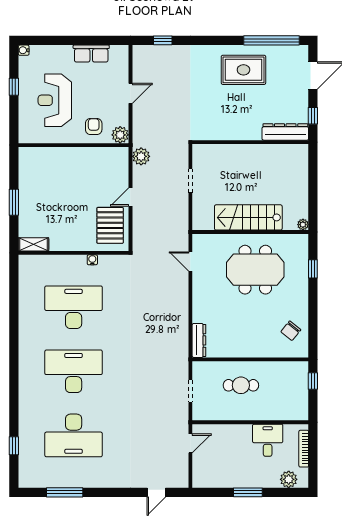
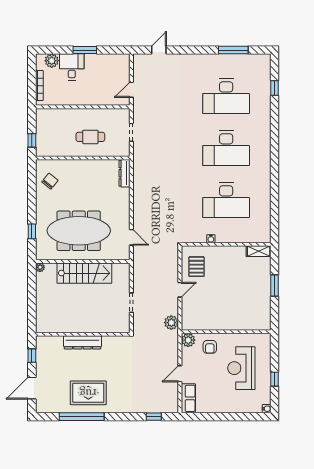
window: (271, 40) -> (82, 417), moved
row of seats: (91, 54) -> (188, 398), moved, turned 90
reception desk: (55, 100) -> (241, 368), turned 180
dresser: (285, 132) -> (83, 342), moved
pallet: (110, 225) -> (196, 267), width x0.67, depth x0.71
meeting table: (255, 270) -> (79, 231), width x1.36
desk: (74, 435) -> (226, 96), turned 180
desk: (268, 440) -> (72, 67), moved, turned 180

